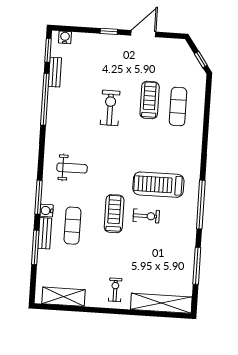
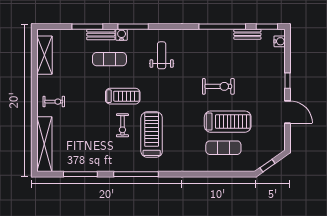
treadmill: (150, 100) -> (228, 122), width x1.37, depth x1.38
weight bench: (72, 168) -> (162, 55), turned 180

